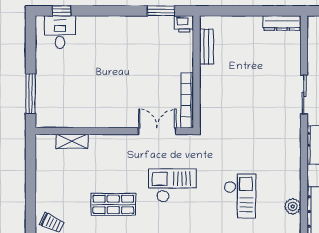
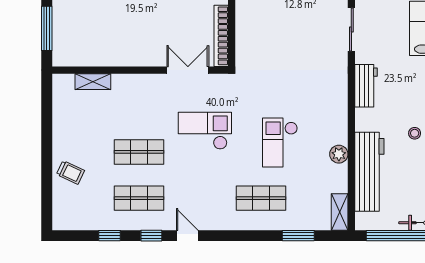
checkout: (240, 196) -> (280, 142), turned 180

